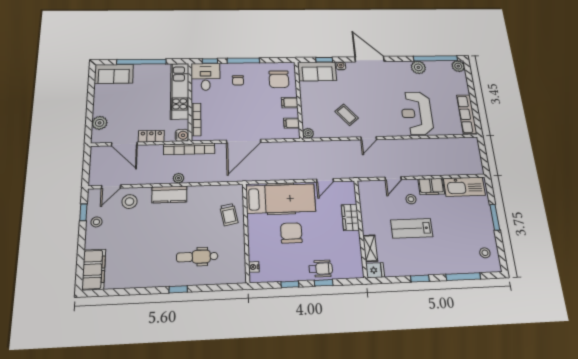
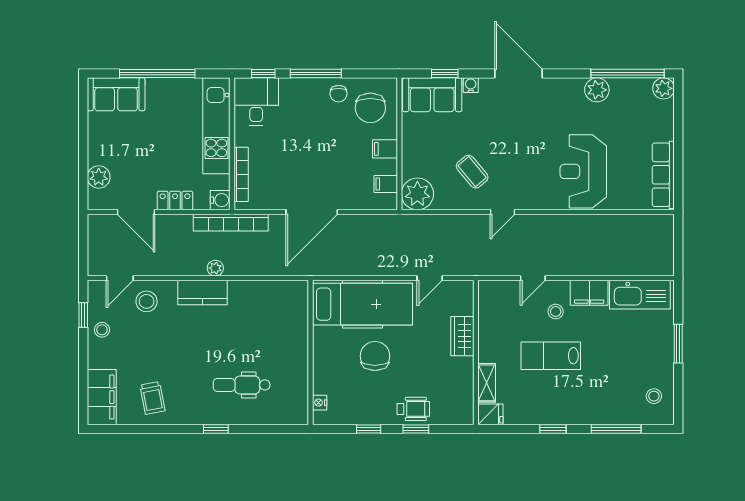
chair: (238, 80) -> (339, 94), moved
plant: (308, 133) -> (417, 194), width x1.88, depth x1.88
trolley: (229, 215) -> (152, 398), moved

